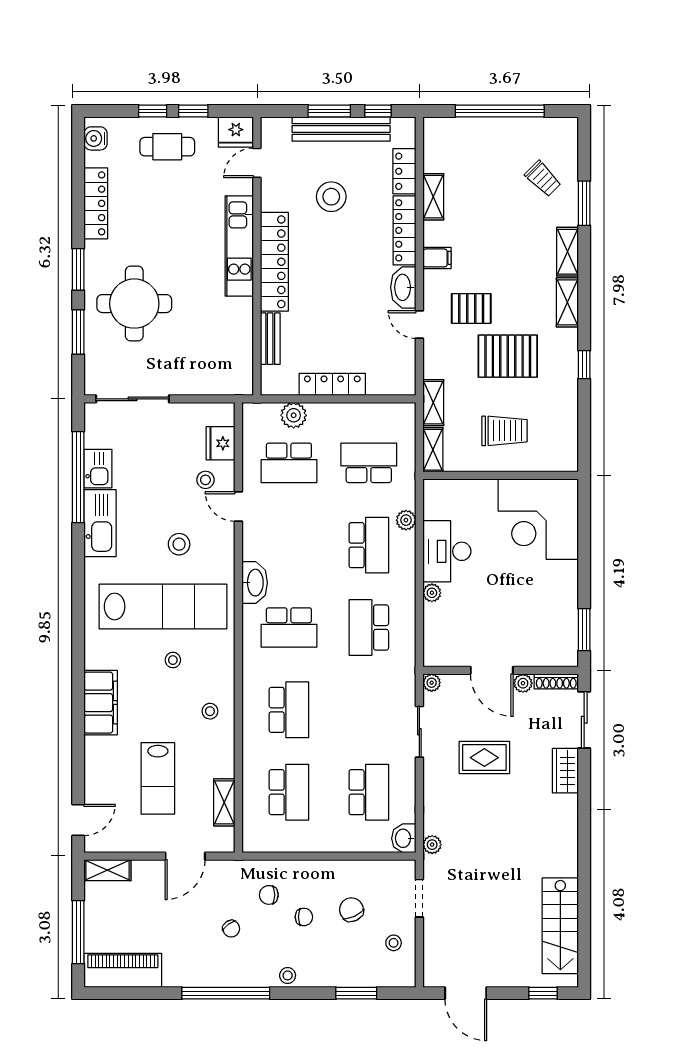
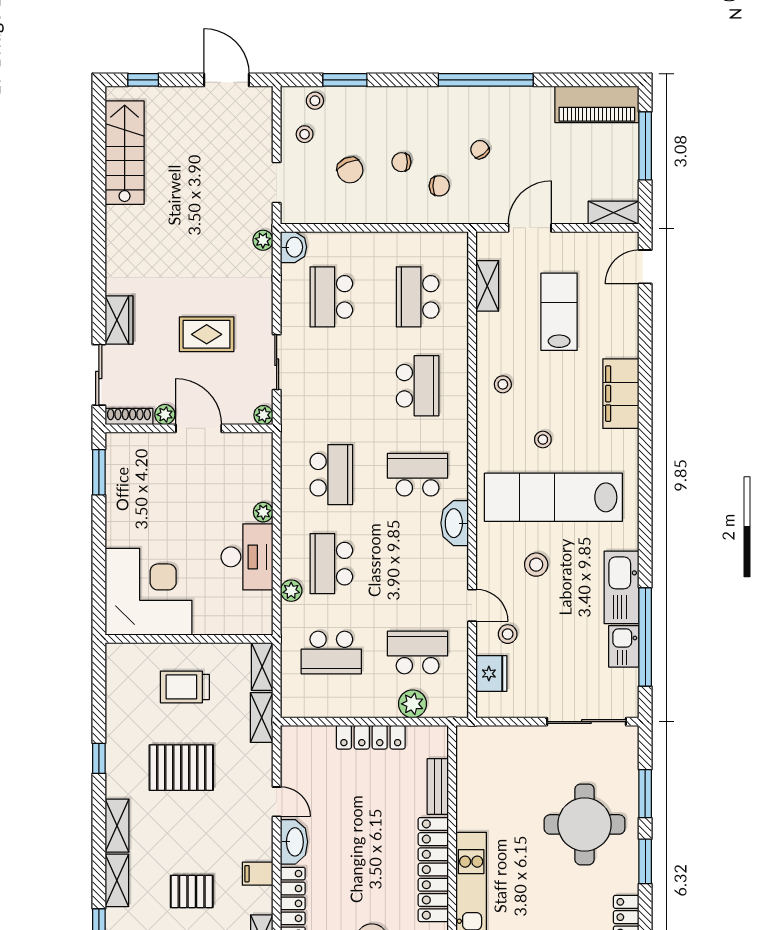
pallet: (471, 308) -> (192, 892), moved
school desk: (289, 710) -> (418, 386), turned 180
stool: (288, 975) -> (315, 101), moved

